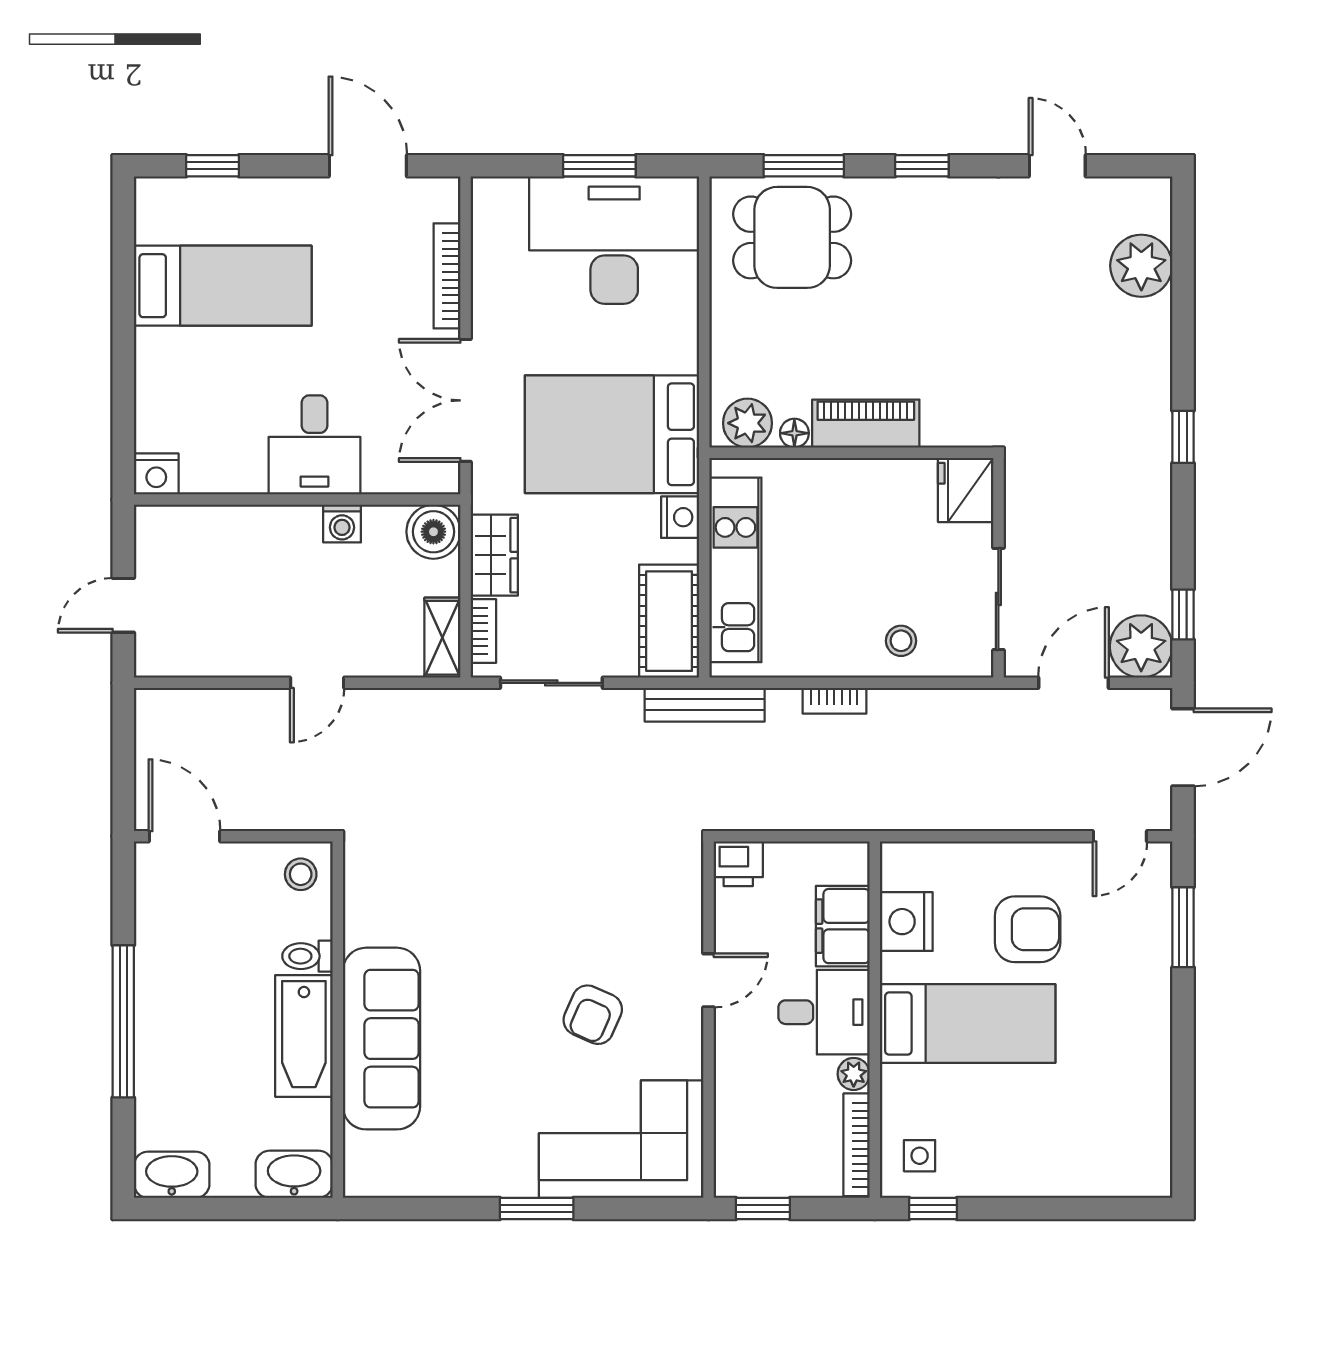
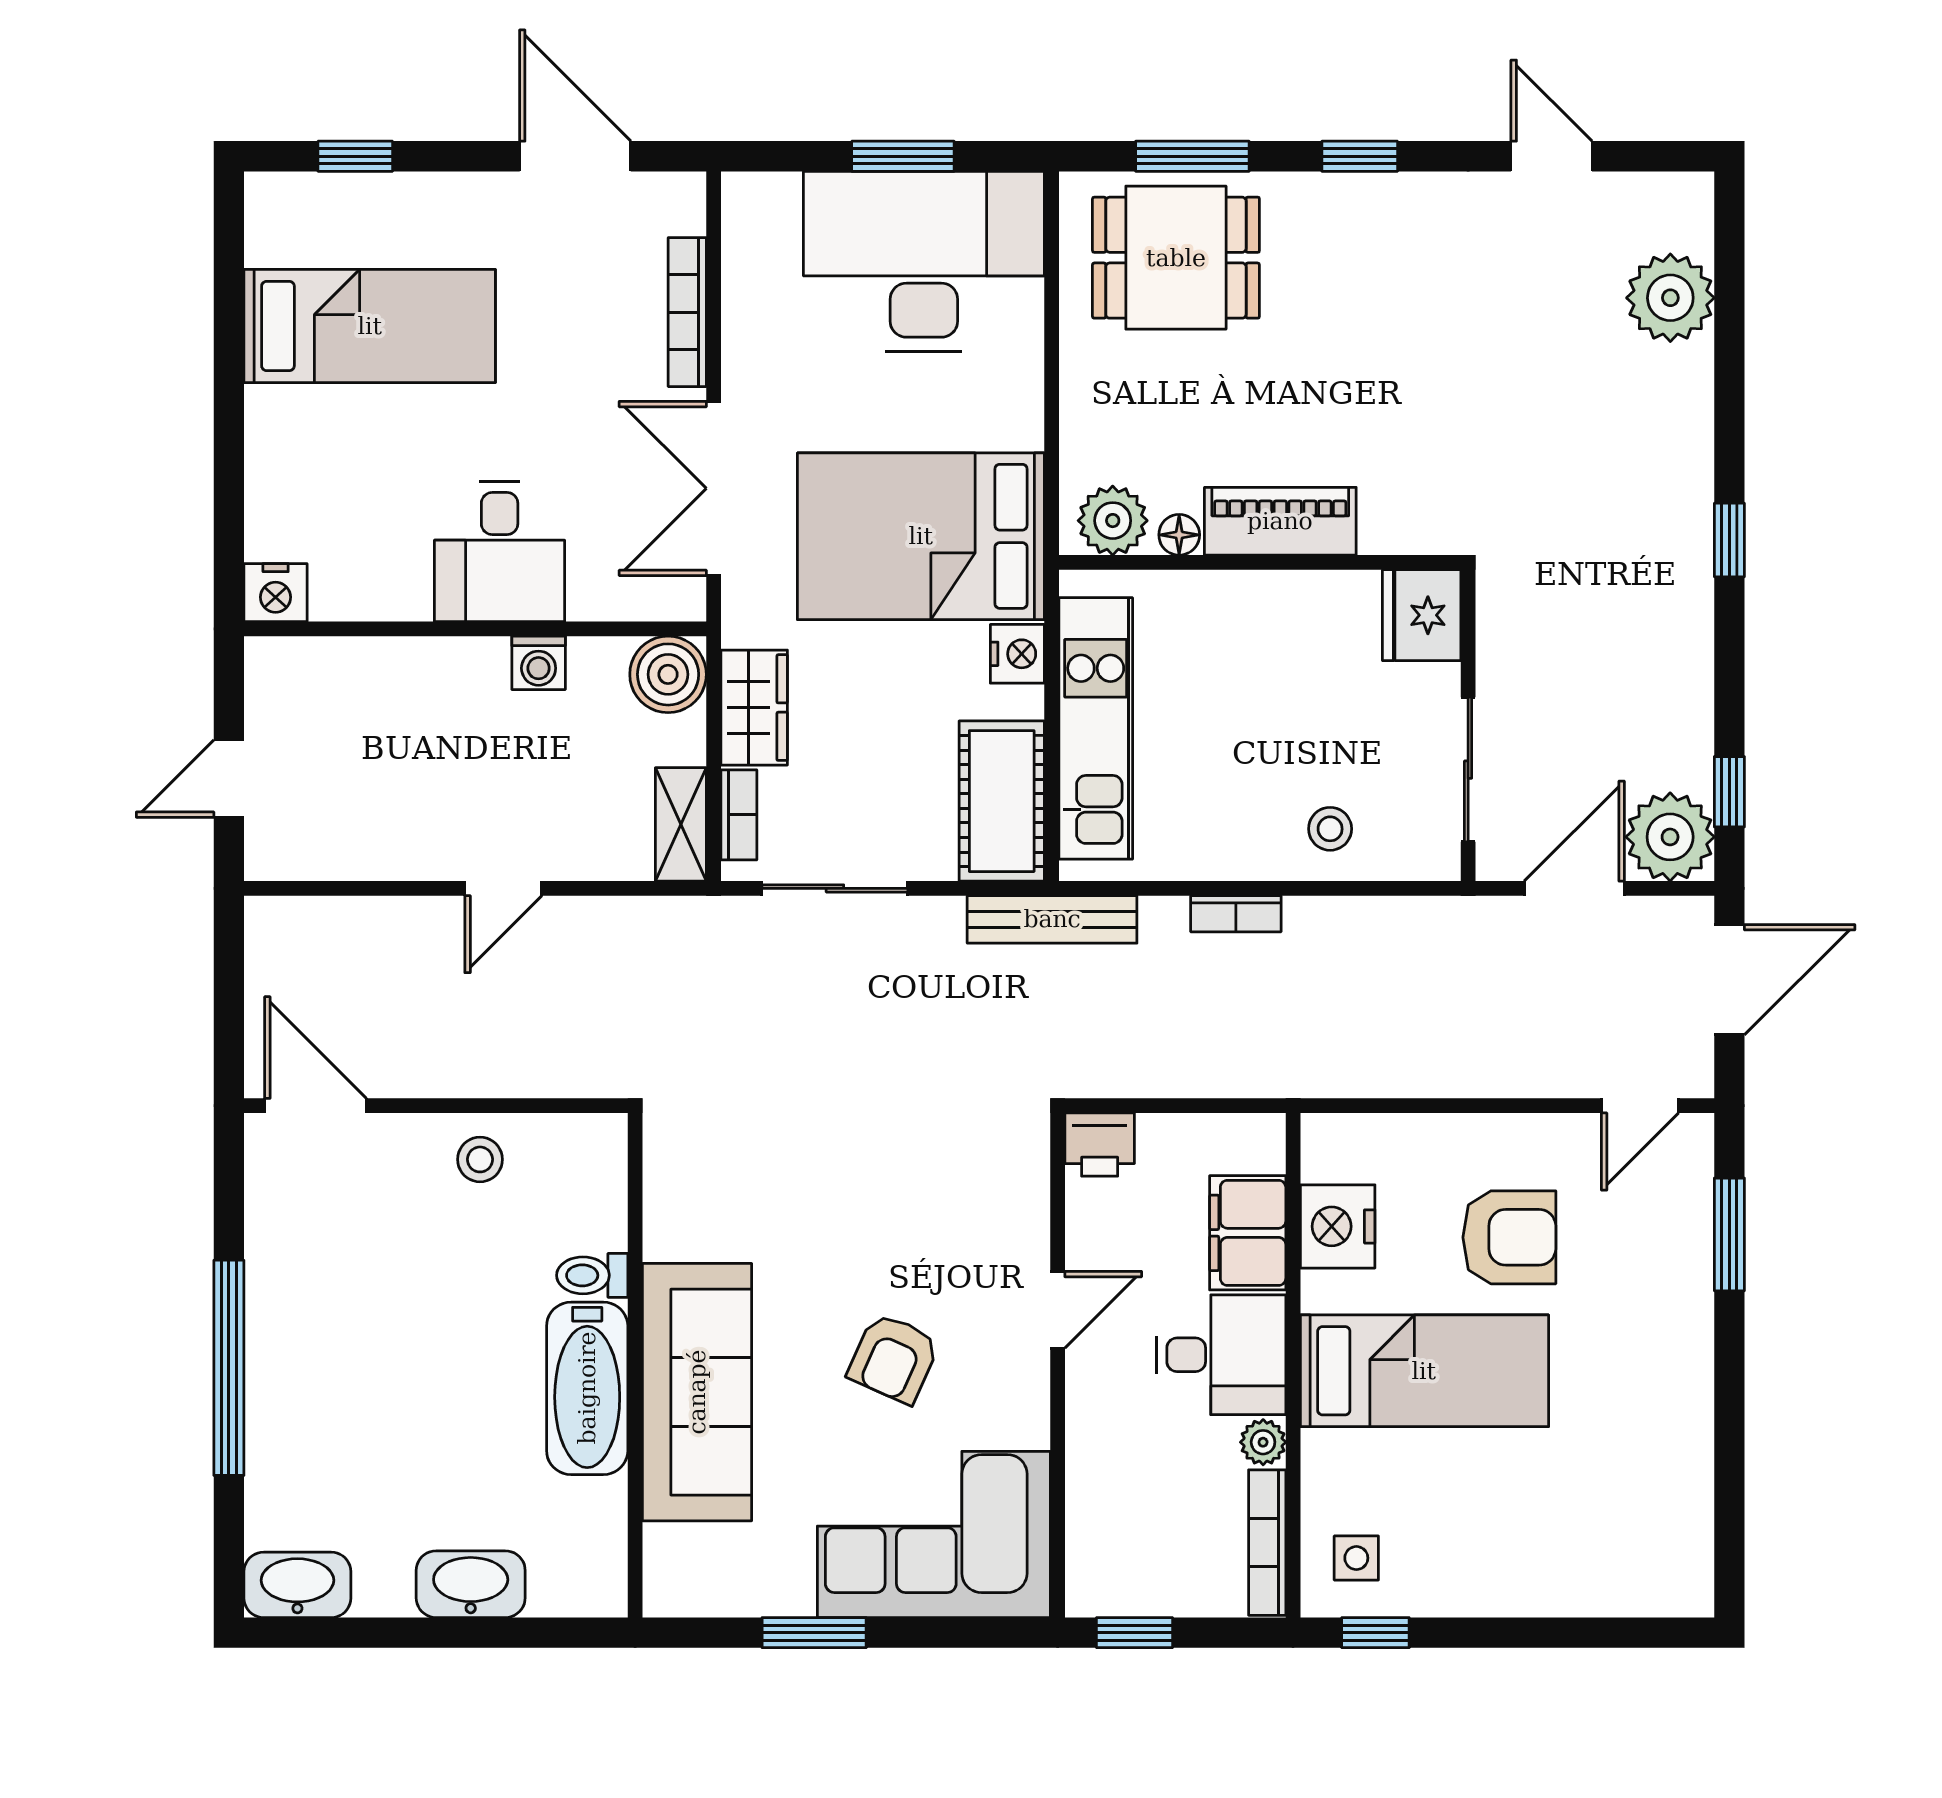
toilet: (307, 956) -> (592, 1275), moved
wall: (338, 1020) -> (635, 1365), moved
bathtub: (304, 1036) -> (587, 1388), moved
sofa: (381, 1039) -> (697, 1392), moved

